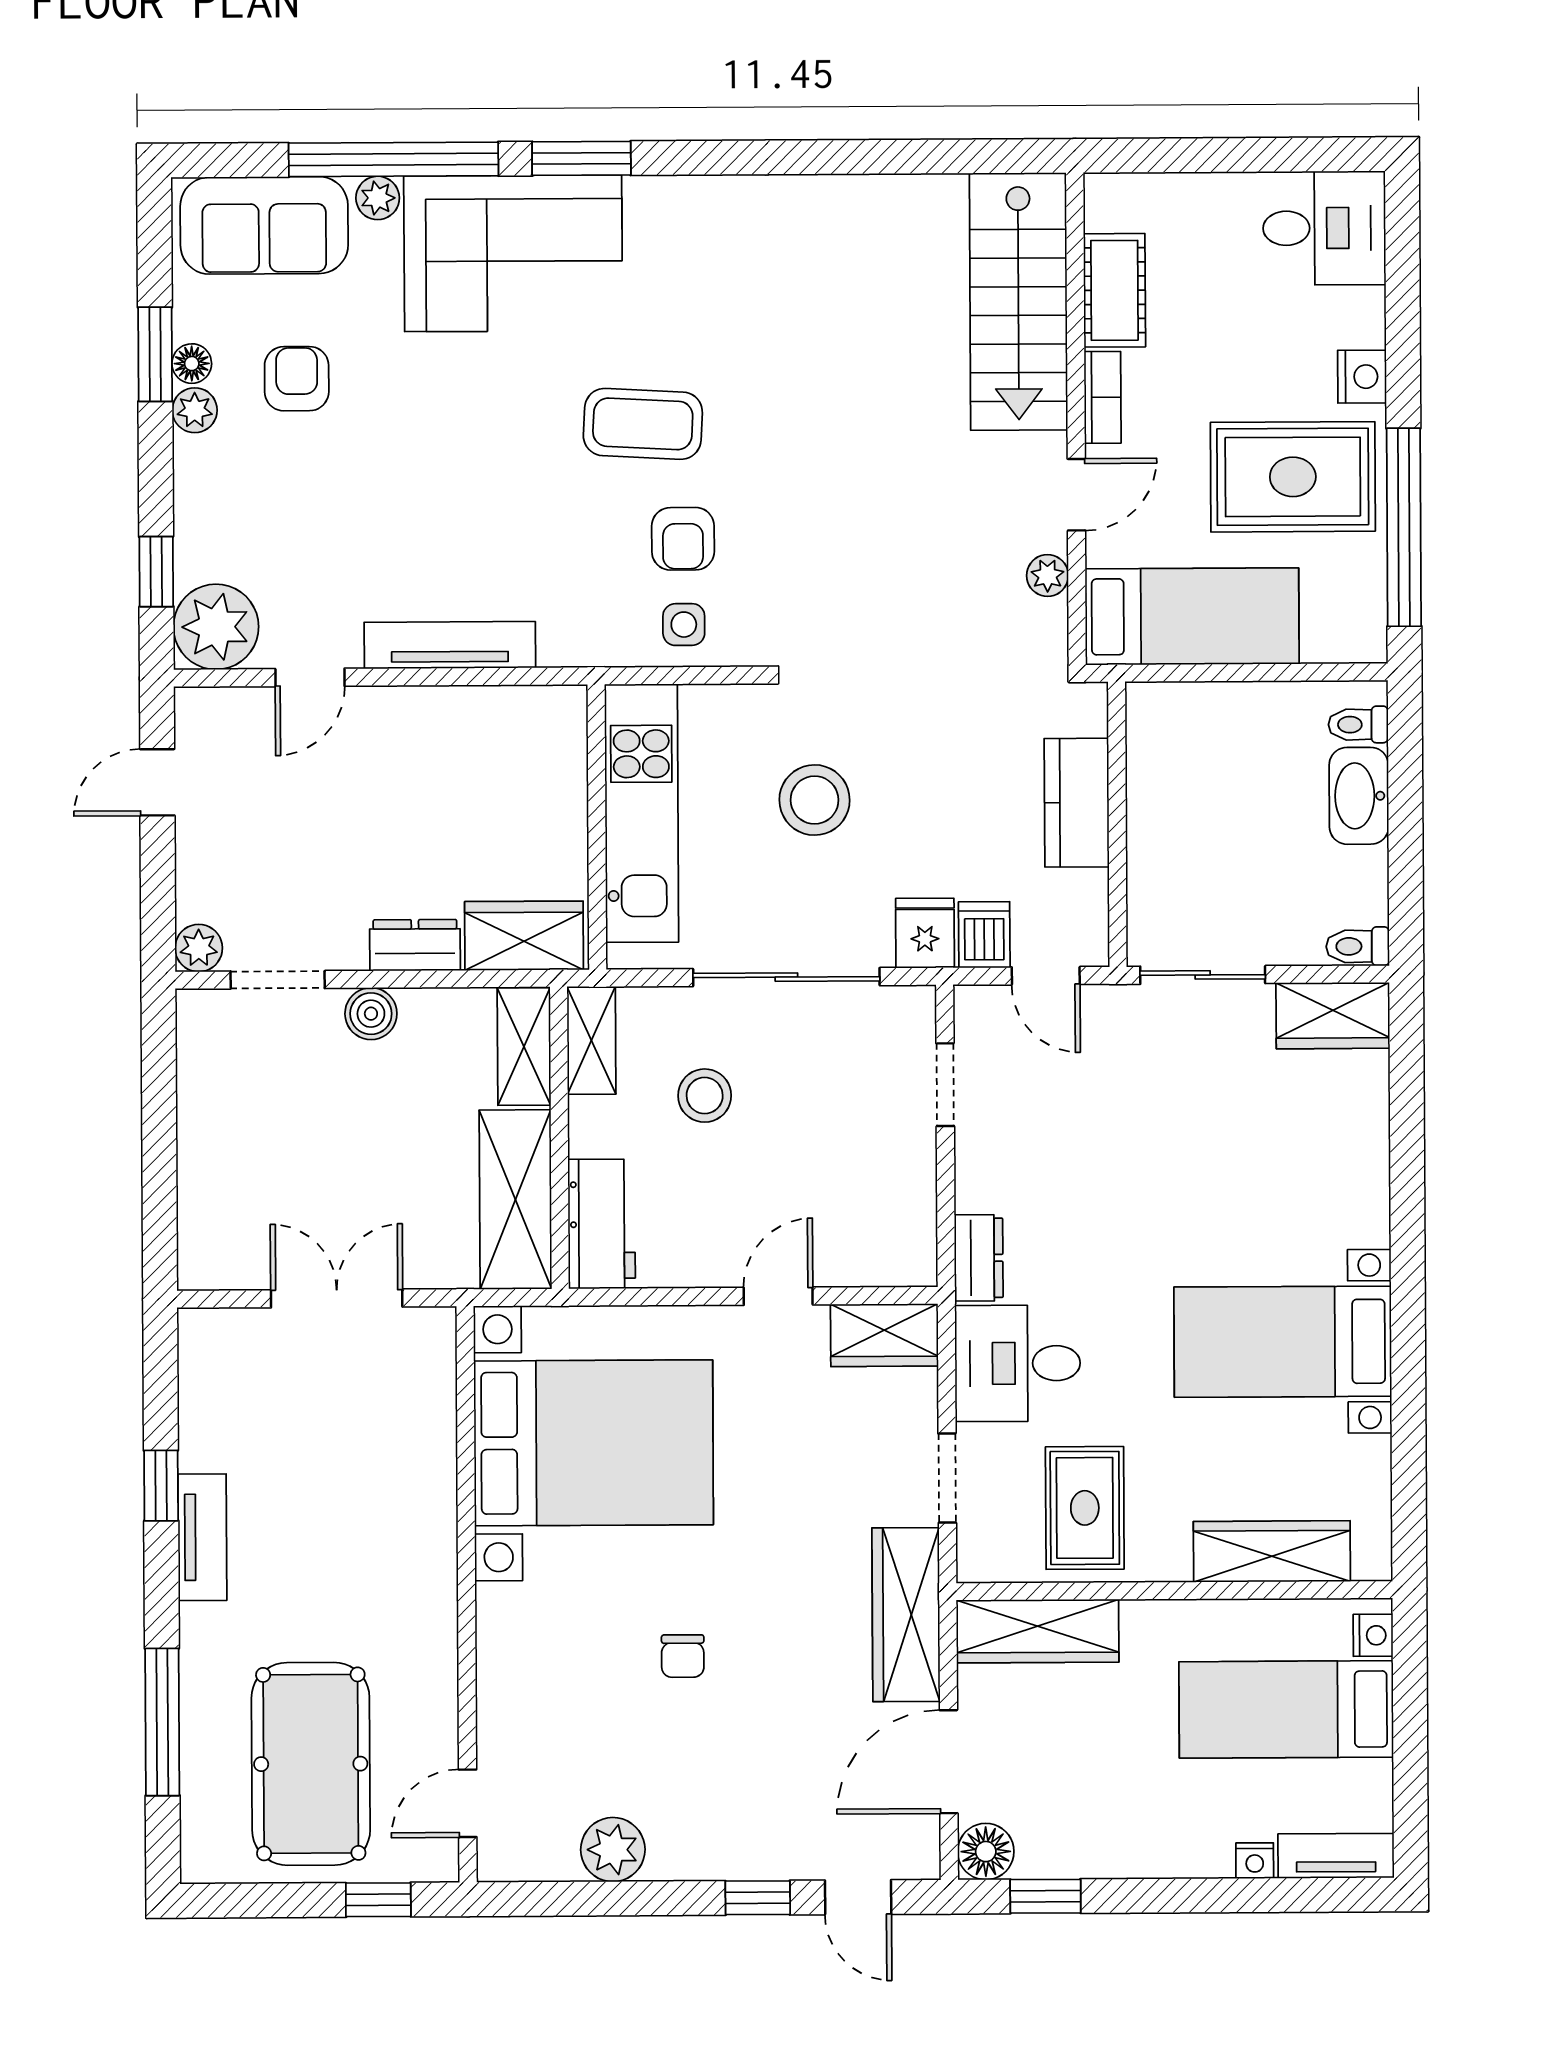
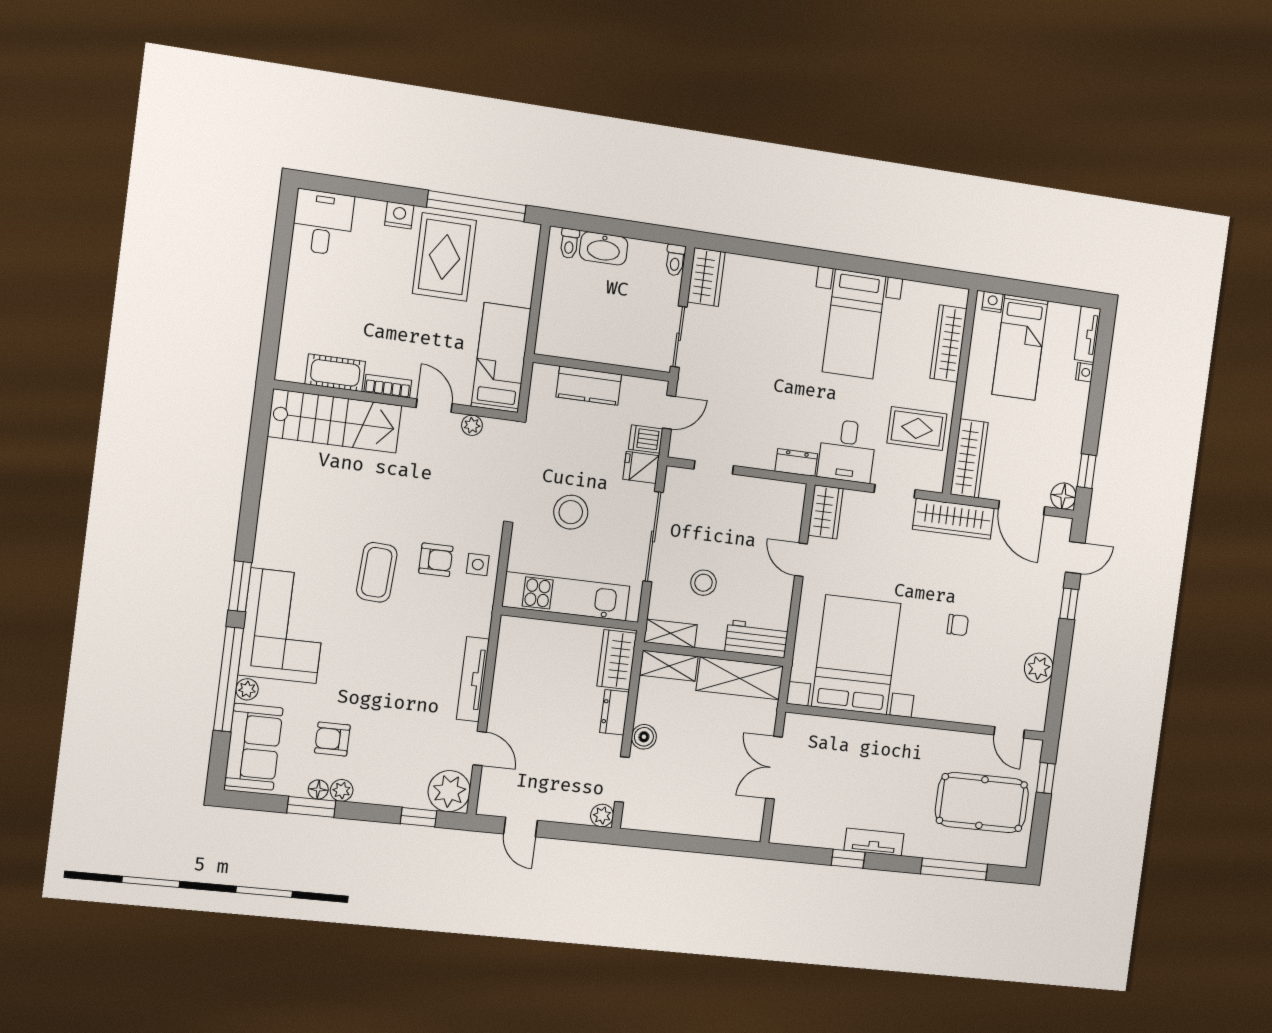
cot: (1114, 290) -> (335, 373), moved
stairs: (1018, 301) -> (335, 421), moved
bookcase: (1103, 397) -> (388, 386), moved
wall: (1076, 419) -> (397, 401), moved
door: (1076, 495) -> (434, 406), moved
plant: (1048, 576) -> (472, 425), moved
bed: (1192, 616) -> (501, 358), moved

